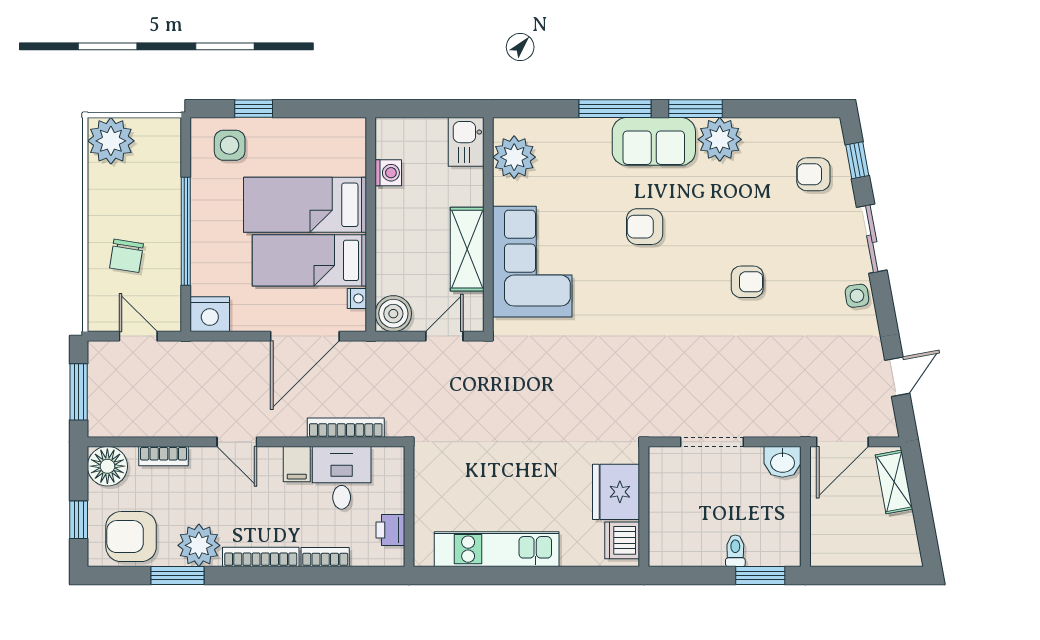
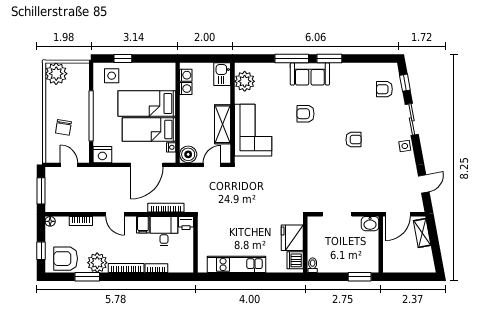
plant: (720, 139) -> (341, 73), removed
washing machine: (388, 144) -> (186, 75), added
floor lamp: (107, 466) -> (50, 221), width x0.53, depth x0.53
printer: (390, 530) -> (186, 223), moved, turned -90
toilet: (735, 551) -> (313, 265), moved

